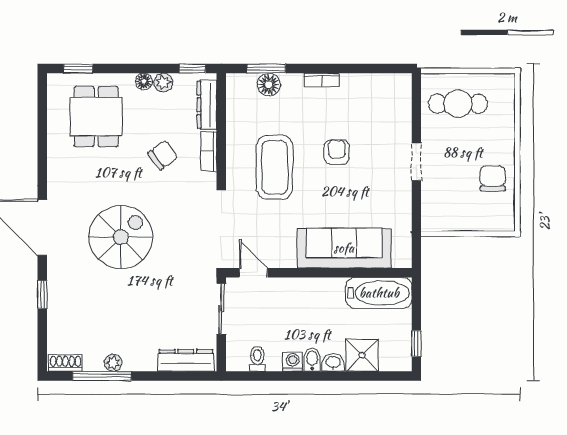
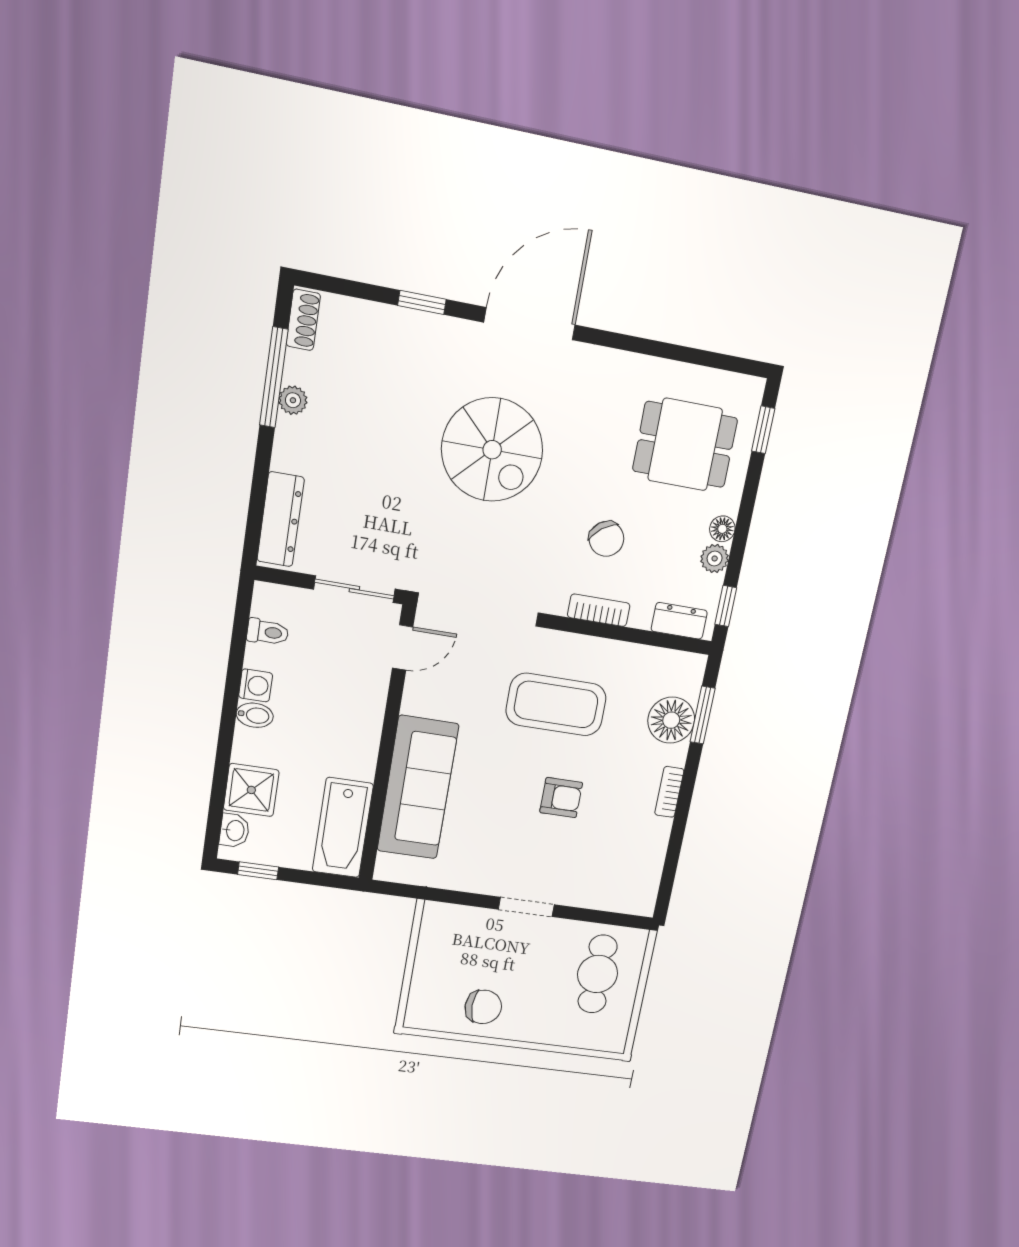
floor lamp: (269, 85) -> (671, 720), width x1.38, depth x1.38
dresser: (207, 105) -> (679, 621), width x0.70
washbasin: (333, 363) -> (234, 830), moved

